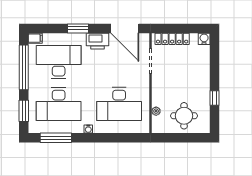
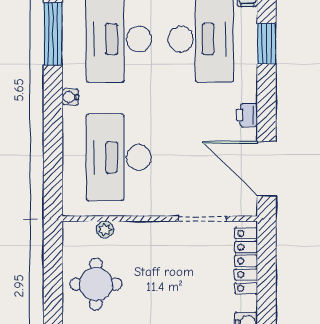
window: (78, 28) -> (267, 44), moved
door: (125, 28) -> (267, 169), hinge flipped
printer: (97, 41) -> (247, 115), width x0.53, depth x0.68

